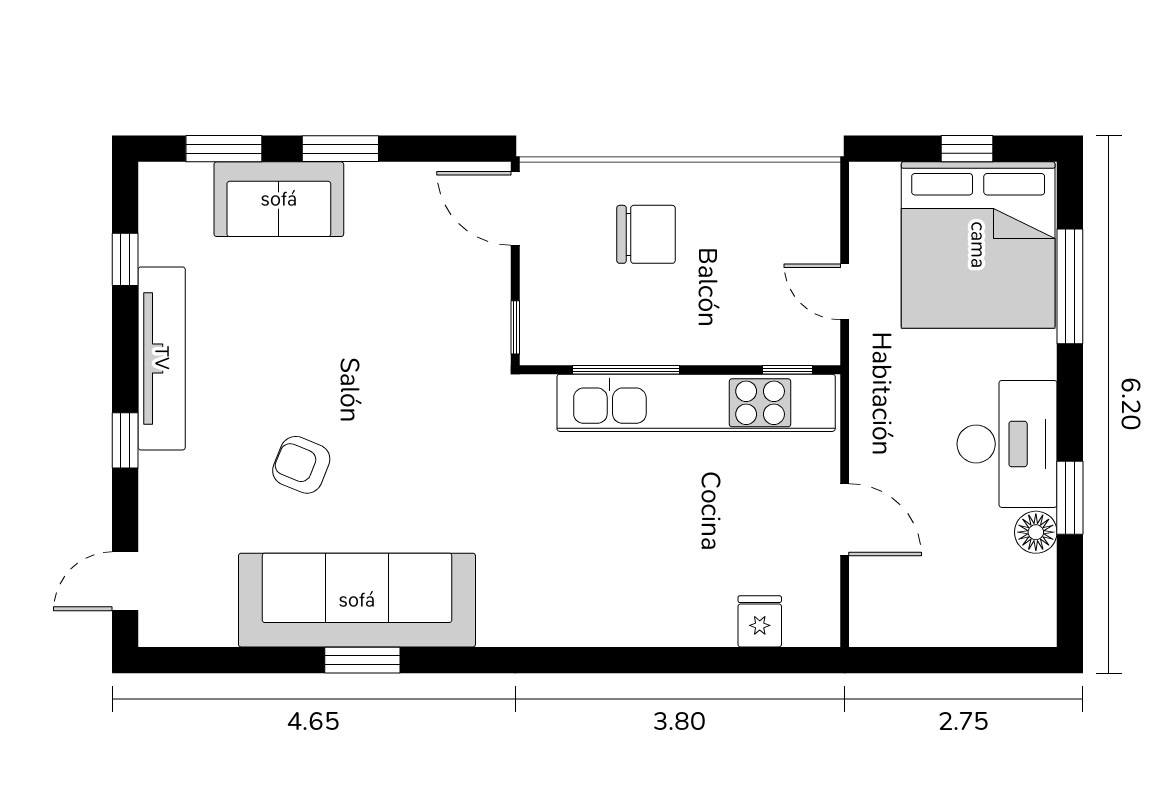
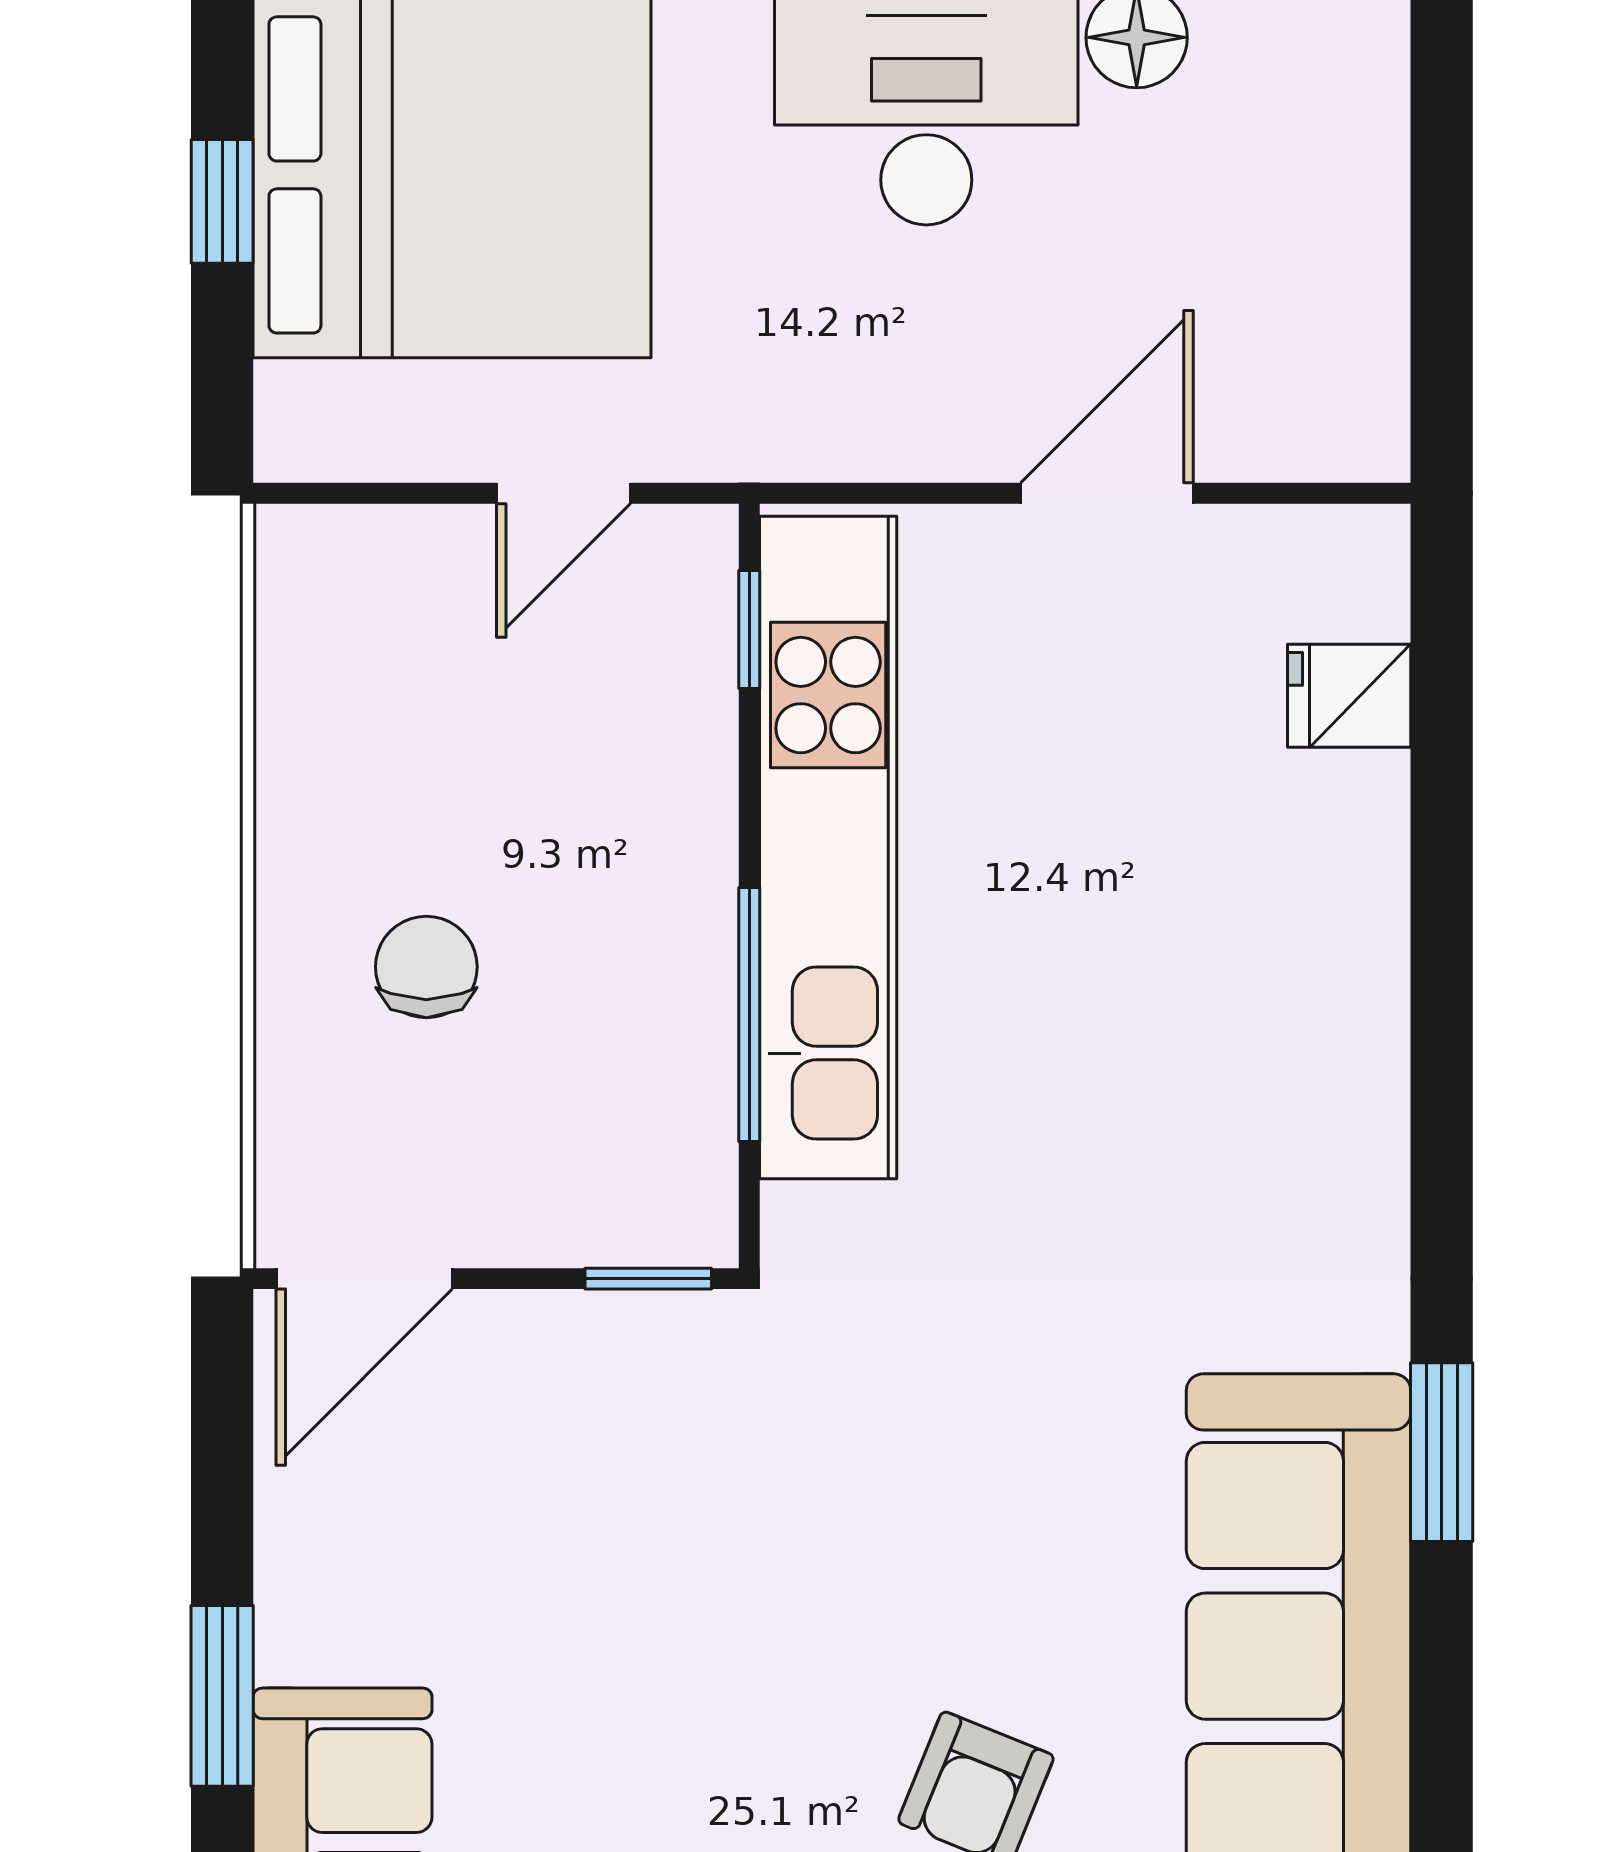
chair: (646, 234) -> (426, 967), width x0.73, depth x0.73
window: (362, 660) -> (1442, 1452), moved

